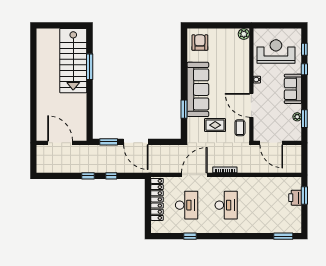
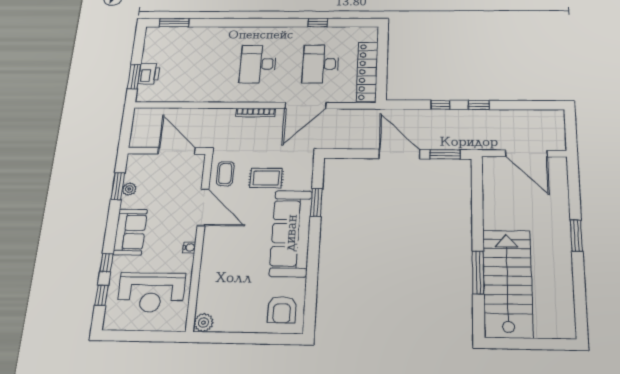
window: (33, 90) -> (576, 235), added

